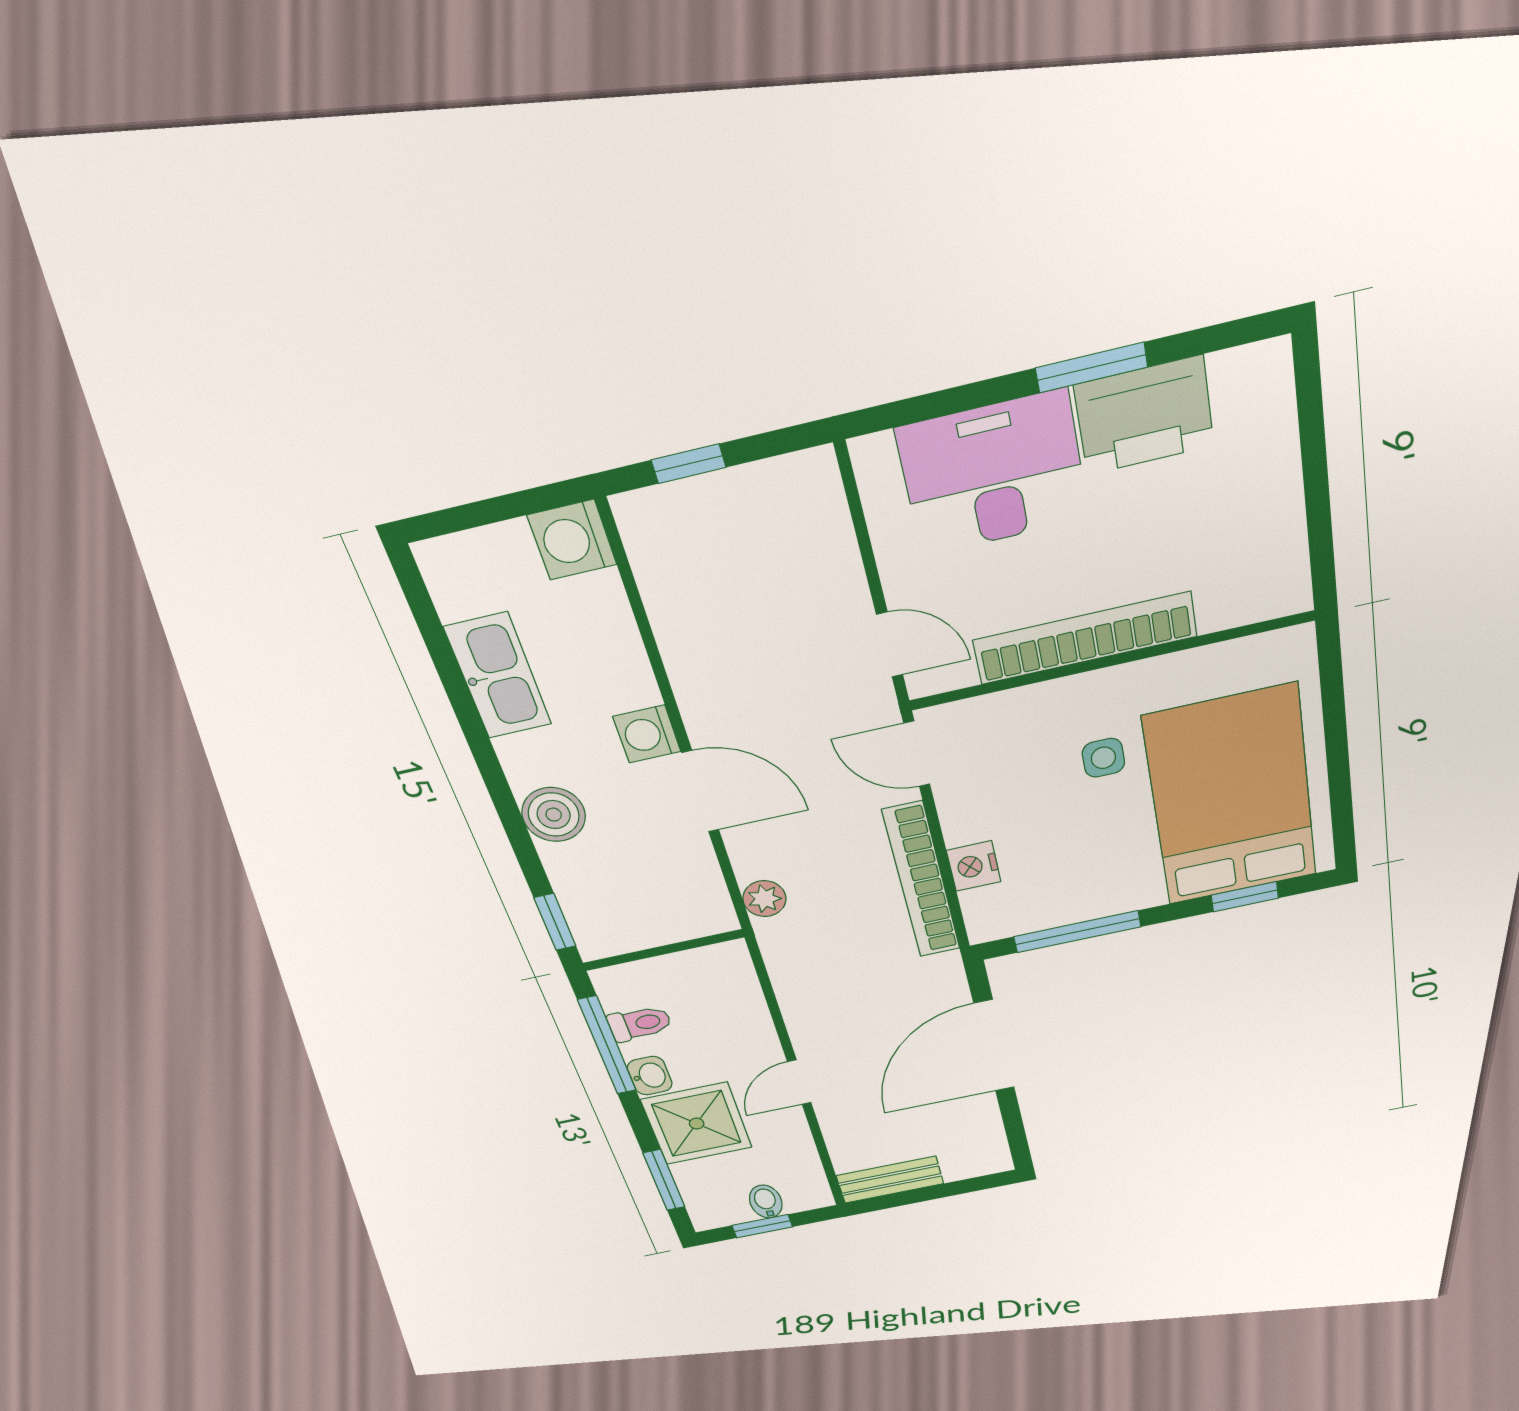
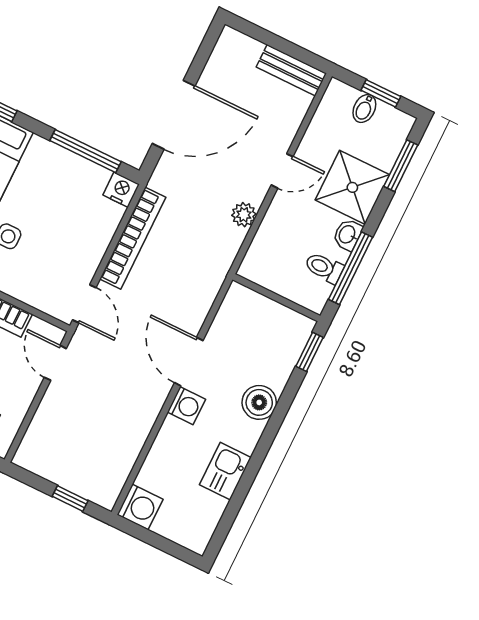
kitchen sink: (498, 676) -> (225, 471), width x0.73
nightstand: (974, 866) -> (121, 190), moved, turned -90
plant: (764, 899) -> (244, 215), moved

